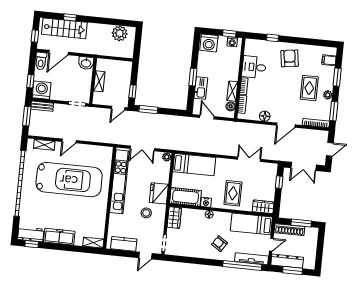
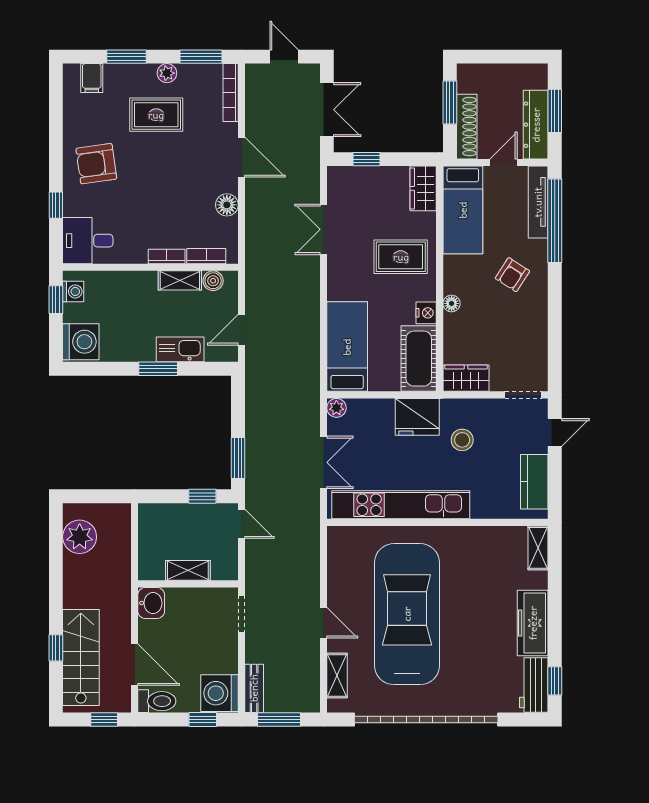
desk: (254, 67) -> (88, 241), moved, turned 90
door: (271, 245) -> (504, 163), hinge flipped
door: (145, 256) -> (555, 432), hinge flipped

